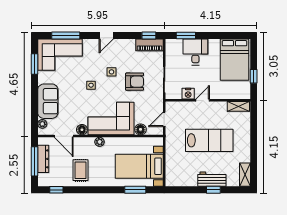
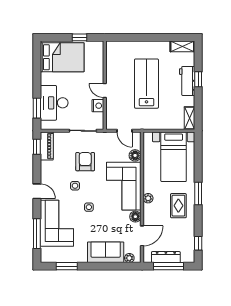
desk: (195, 52) -> (54, 103), width x1.37
corner sofa: (60, 55) -> (57, 223), moved
shelving: (238, 106) -> (189, 118), moved
rug: (81, 170) -> (178, 206), moved, turned 90
window: (135, 190) -> (198, 194), moved

